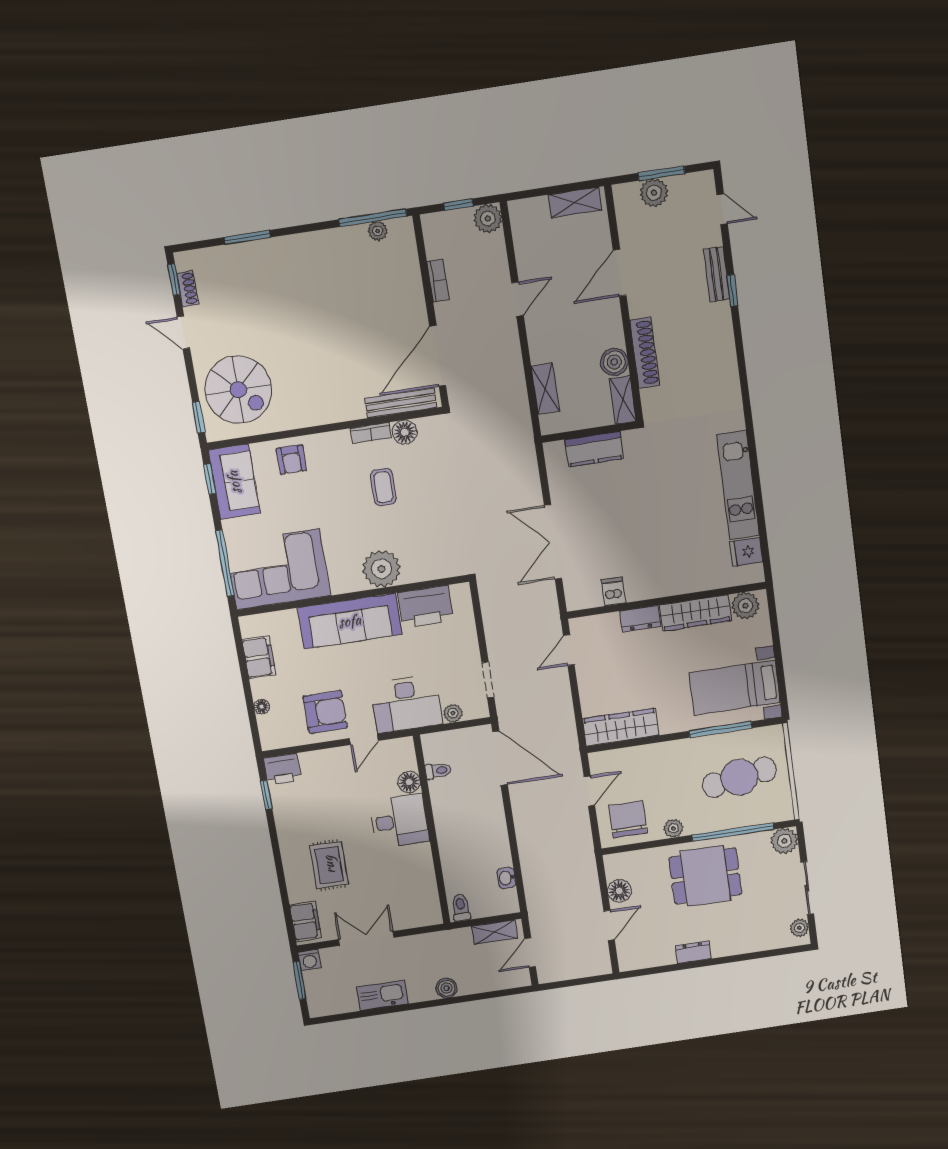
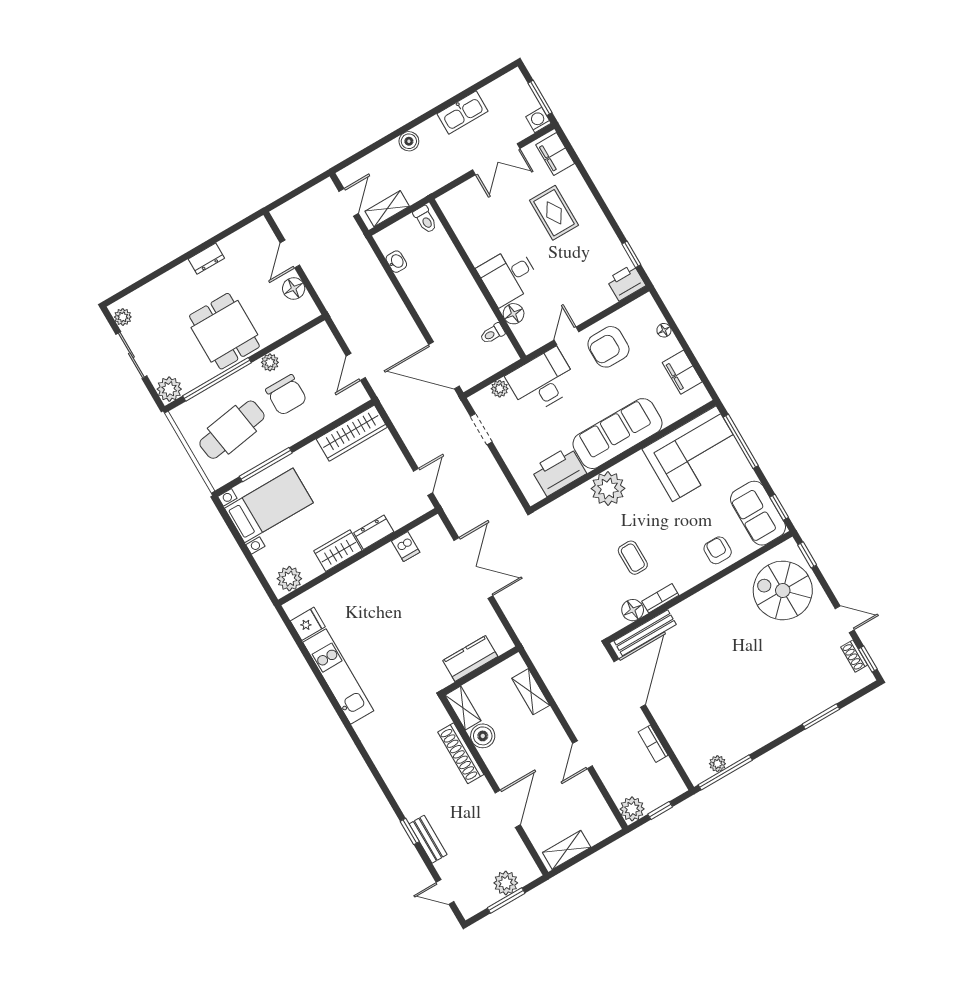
wardrobe: (696, 613) -> (338, 551), width x0.67
chair: (628, 819) -> (286, 395), moved
dining table: (705, 876) -> (224, 331), turned 90

